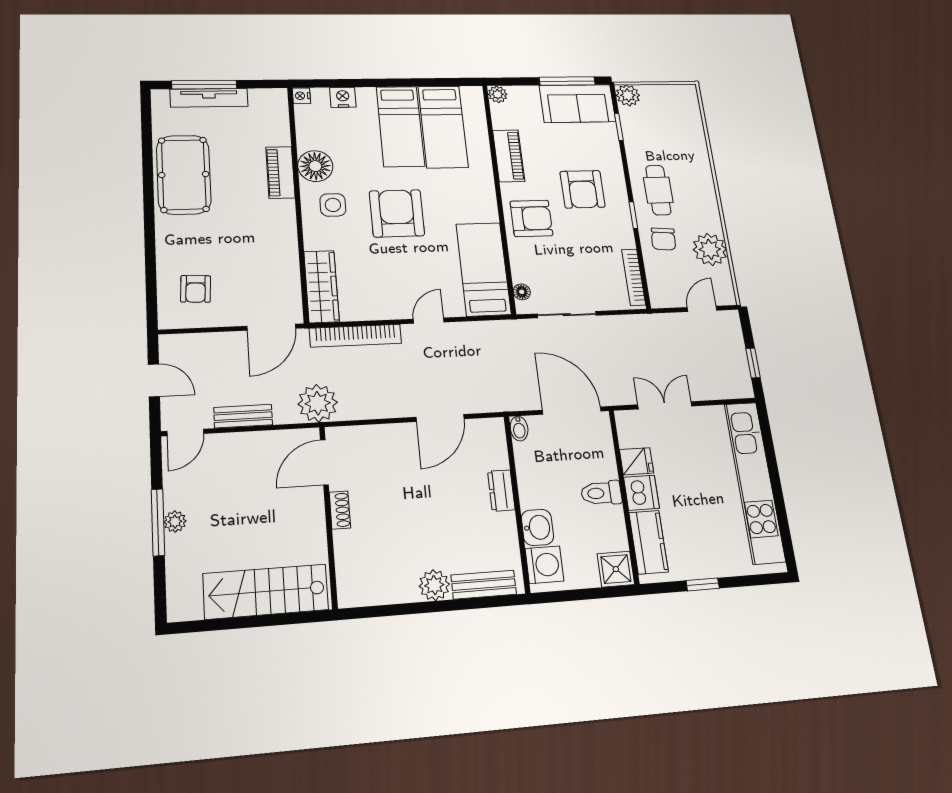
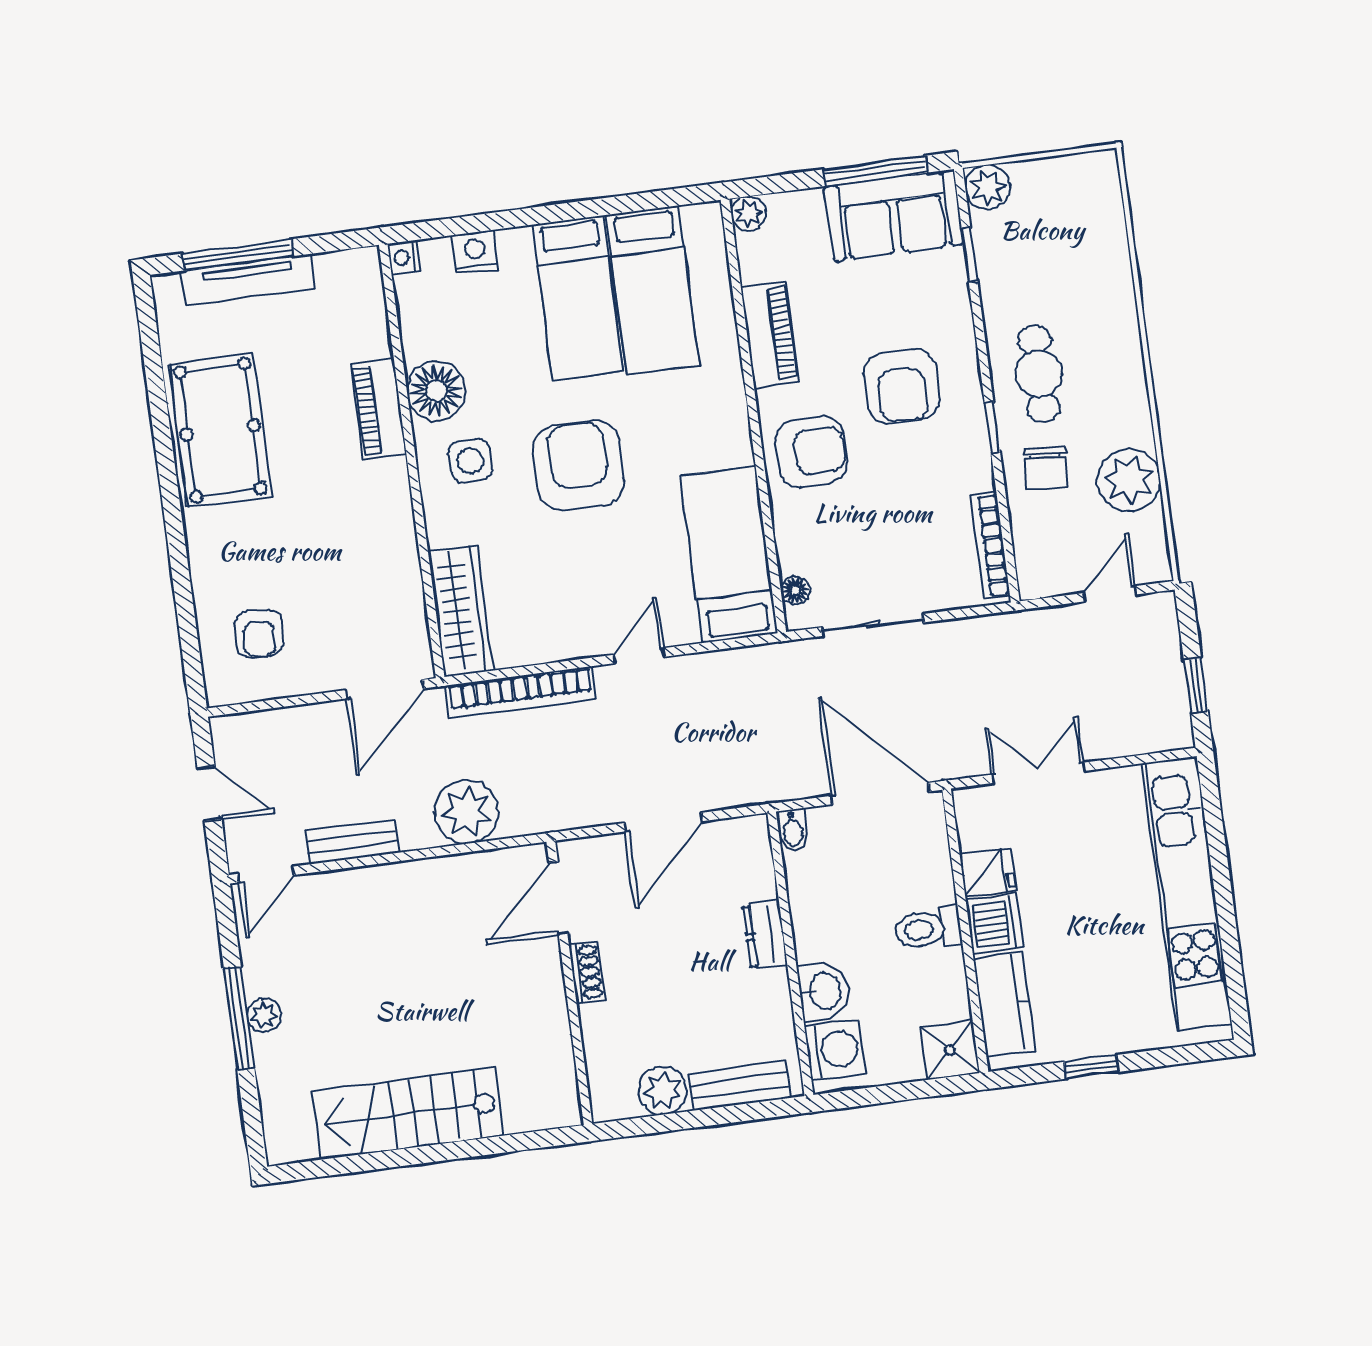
door: (324, 462) -> (558, 898), moved
shoe rack: (340, 510) -> (587, 972), moved
wall: (328, 516) -> (569, 983), moved

